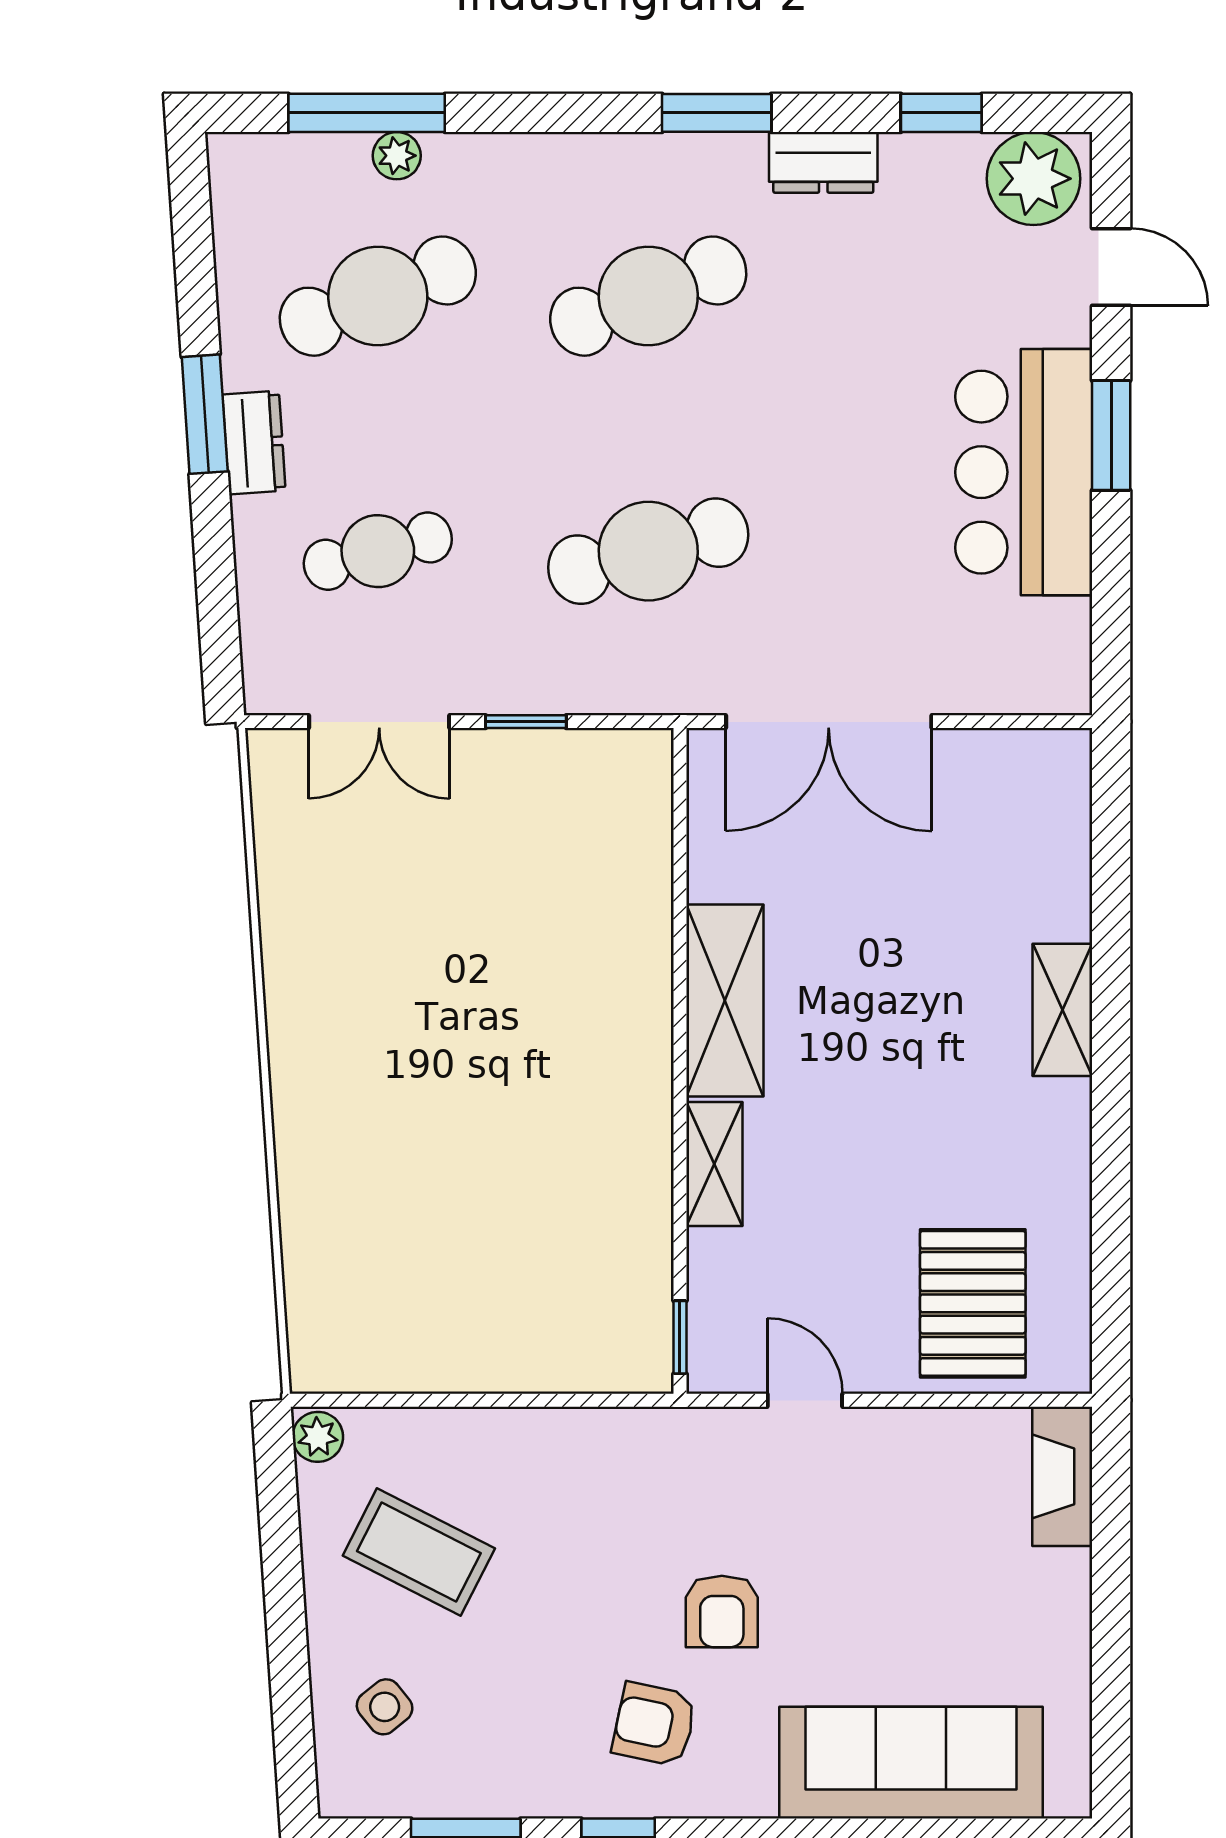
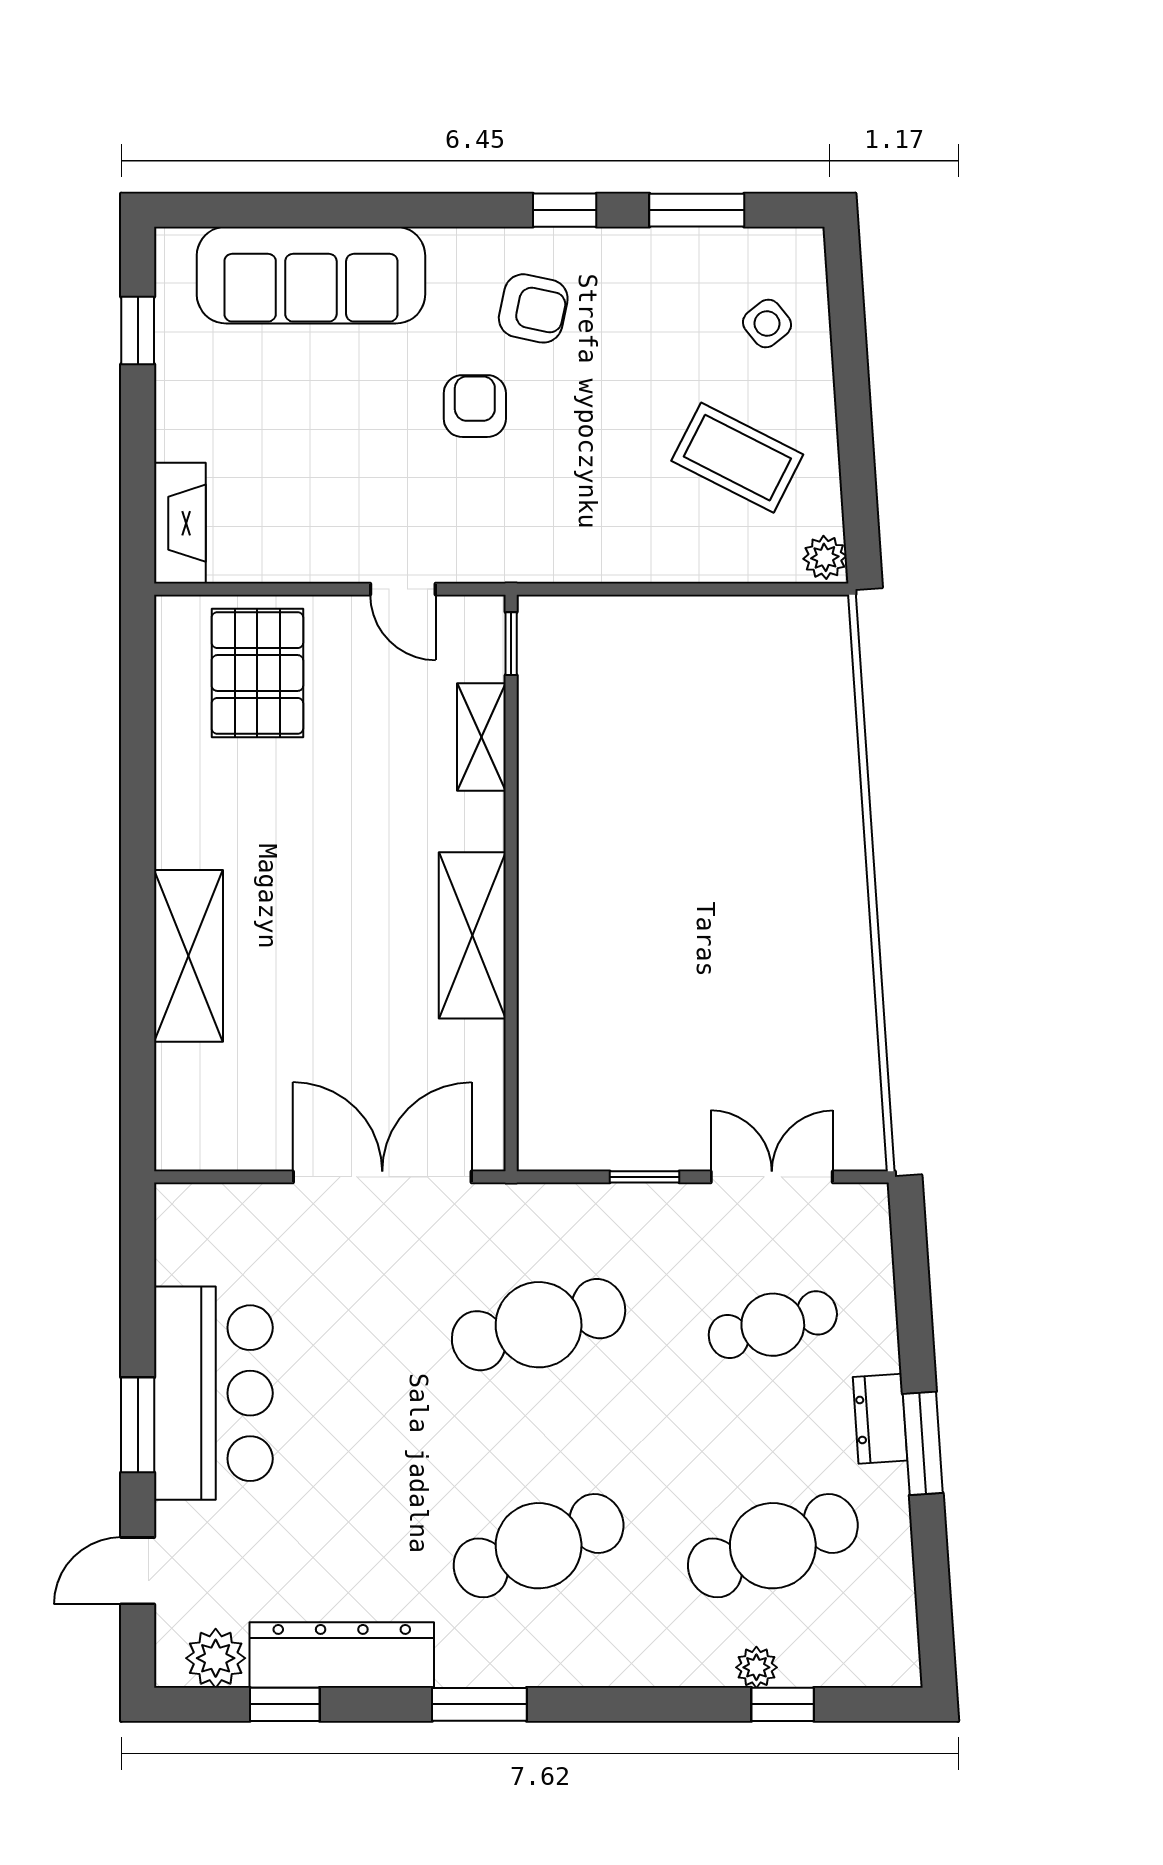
window: (367, 113) -> (783, 1704), width x0.46
dresser: (823, 162) -> (342, 1655), width x1.96, depth x1.24
plant: (1033, 179) -> (216, 1658), width x0.73, depth x0.73
door: (1111, 267) -> (138, 1571), hinge flipped
shelving: (1062, 1010) -> (188, 956), width x1.50, depth x1.33
shelving: (714, 1164) -> (481, 737), moved
window: (1111, 1699) -> (138, 330), added

